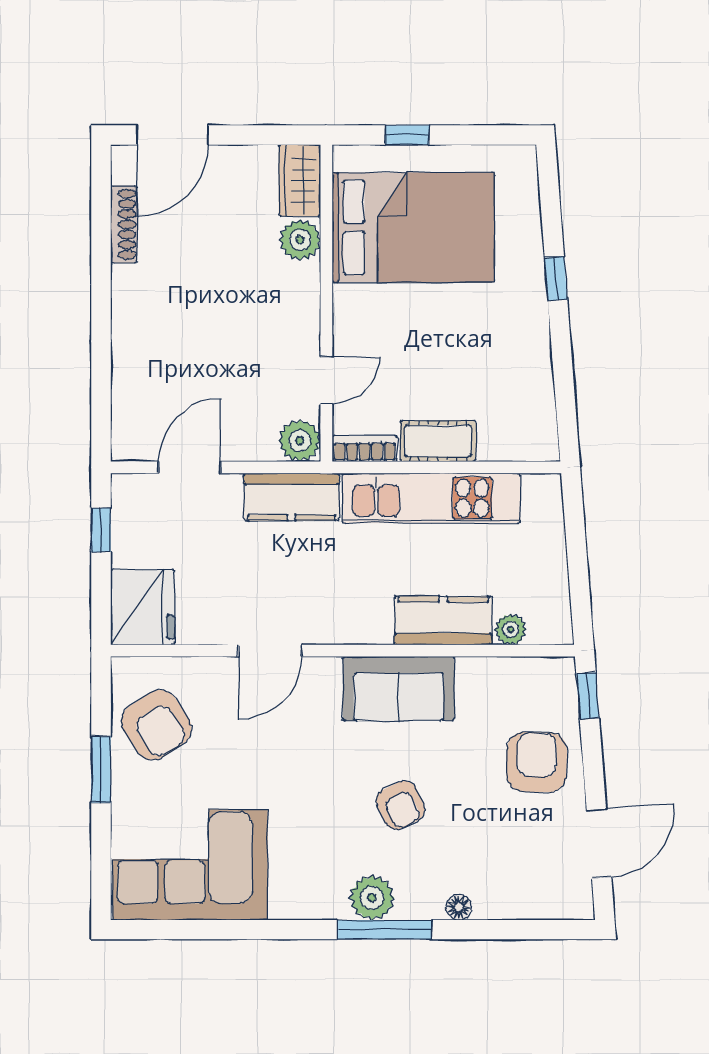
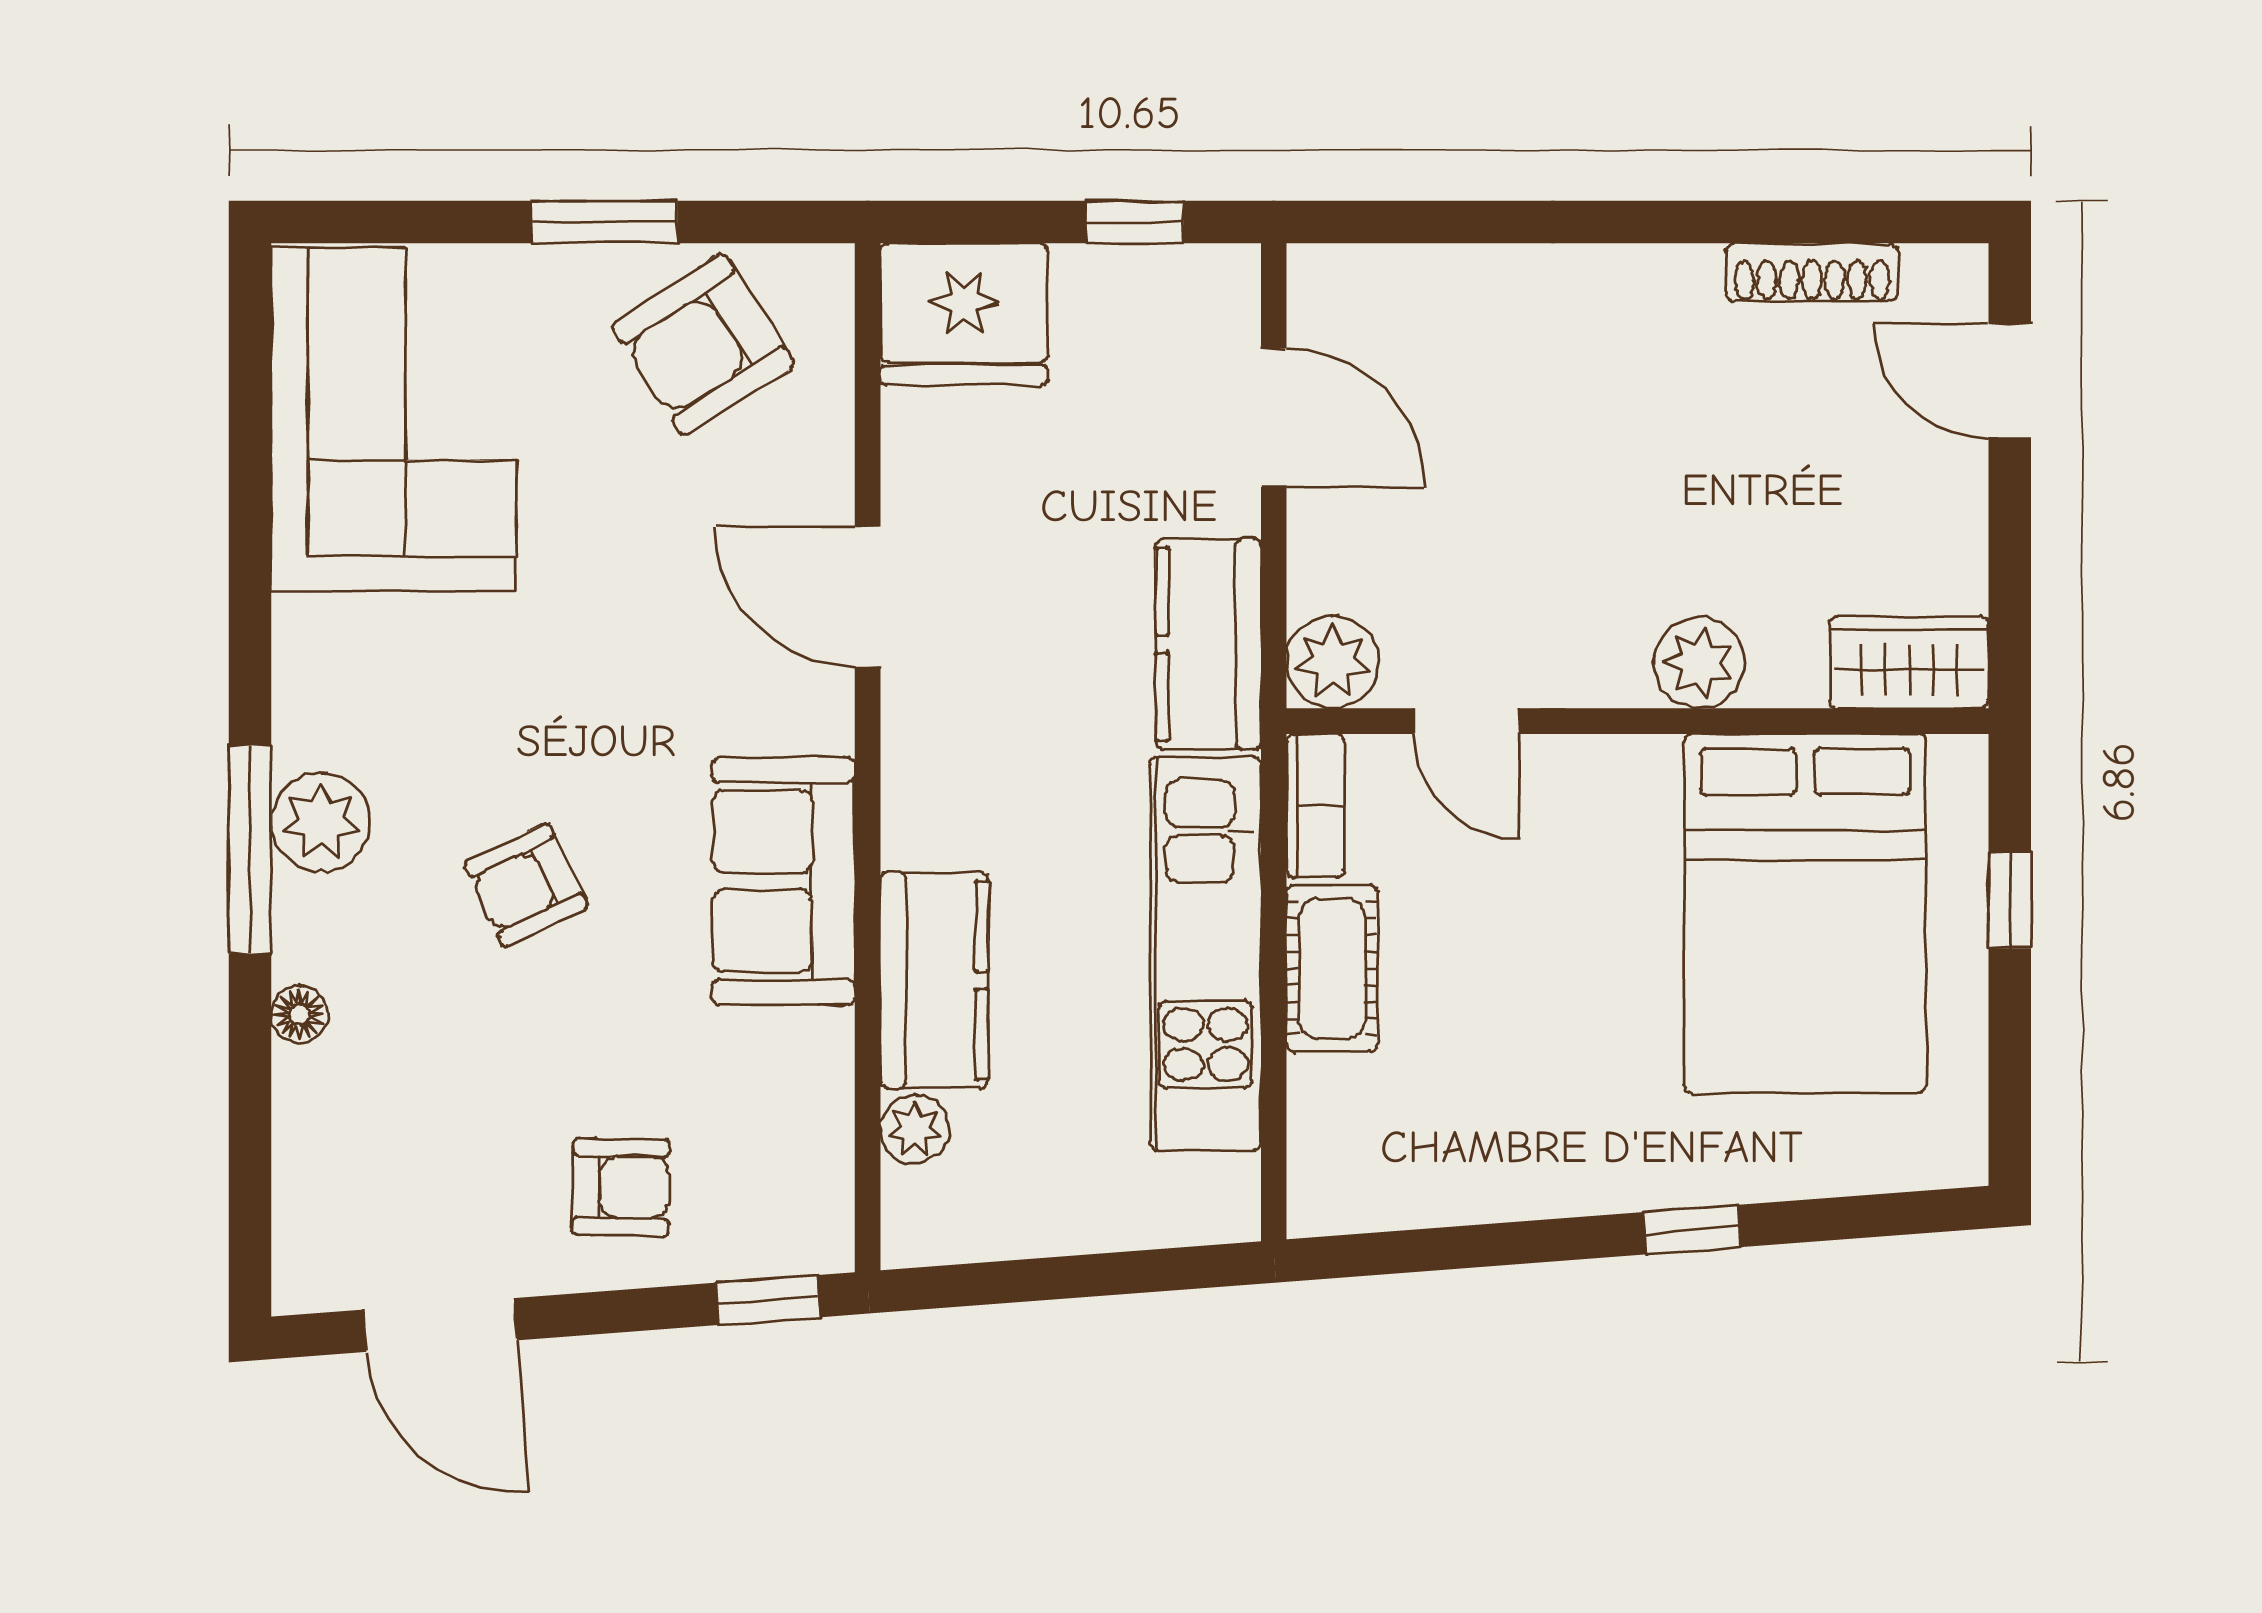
door: (173, 135) -> (2010, 381), width x0.73
plant: (300, 240) -> (1699, 663), moved
armchair: (537, 762) -> (621, 1187), width x0.72, depth x0.72

